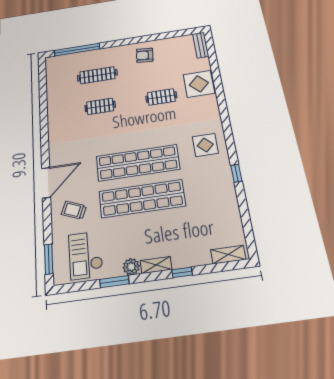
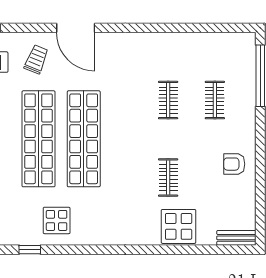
armchair: (145, 55) -> (234, 164), turned -95
clothes rail: (97, 75) -> (215, 100), width x0.73
display table: (205, 145) -> (57, 220), moved
window: (236, 173) -> (30, 250), moved

